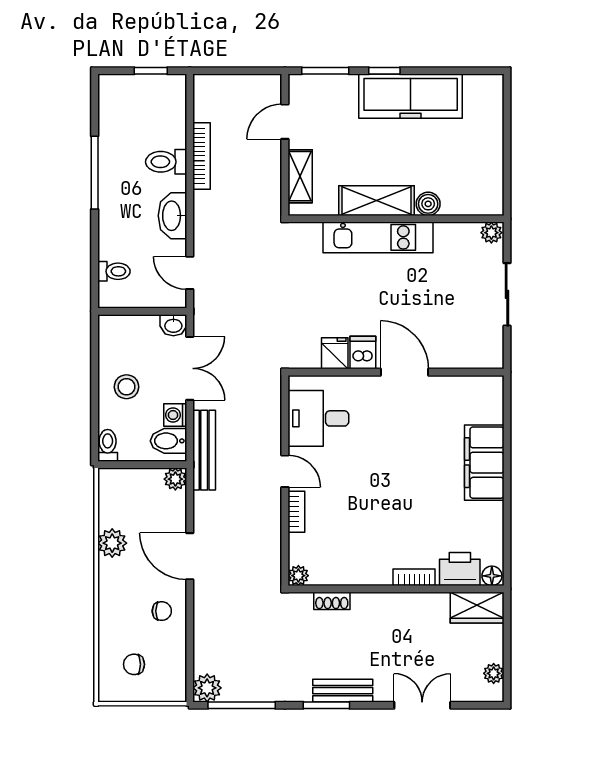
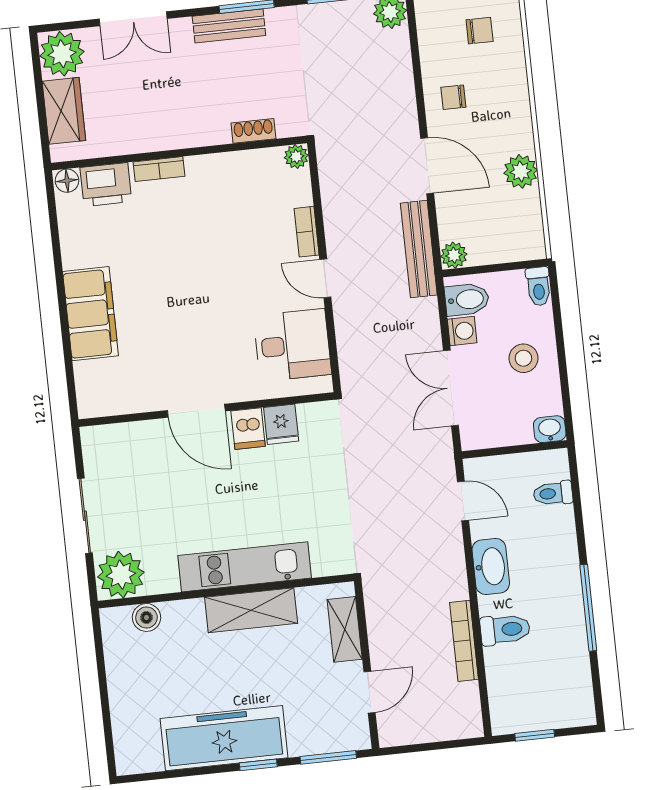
boiler: (428, 204) -> (146, 617), moved
plant: (491, 233) -> (121, 575), width x1.88, depth x1.88
washbasin: (173, 325) -> (550, 429), moved
bench: (204, 450) -> (419, 249), moved
wardrobe: (477, 608) -> (64, 111), moved, turned 90
plant: (494, 673) -> (62, 54), width x1.88, depth x1.88

